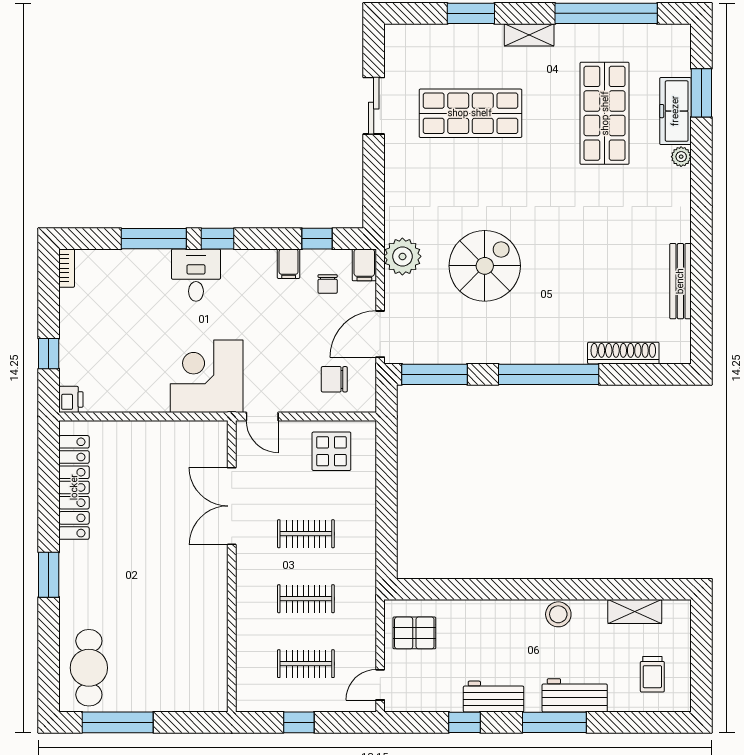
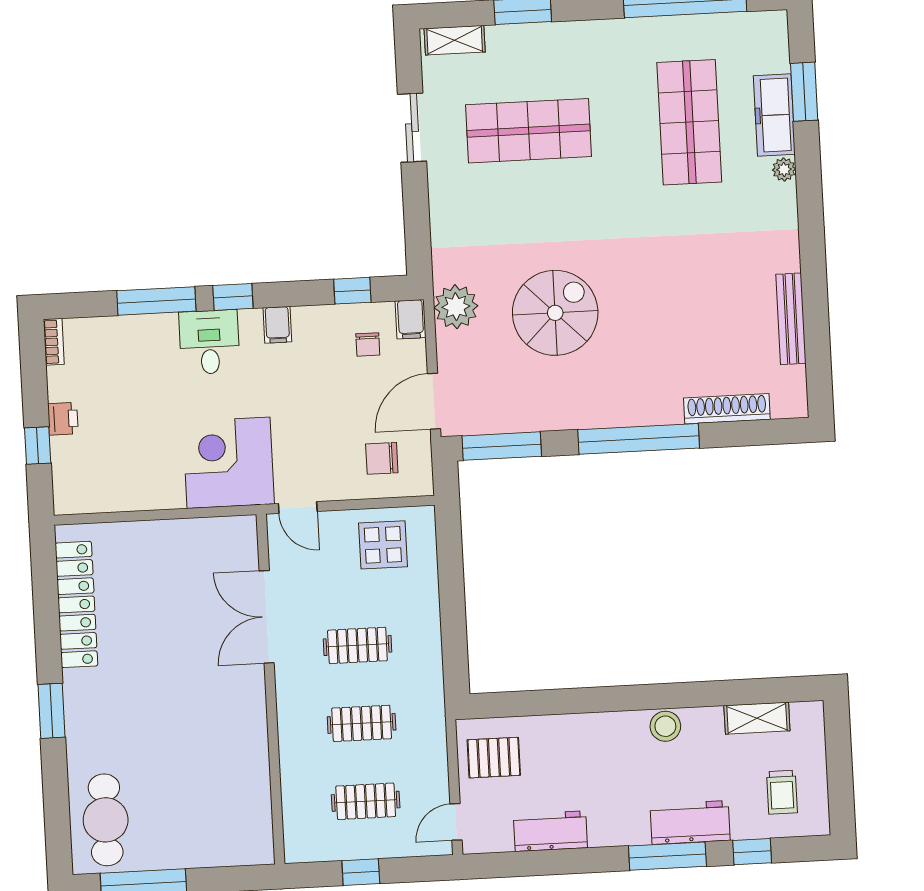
shelving: (529, 35) -> (455, 40), moved
filing cabinet: (289, 264) -> (277, 325), moved
printer: (71, 399) -> (63, 419), moved
workbench: (494, 697) -> (550, 831), moved
window: (464, 722) -> (752, 852), moved

